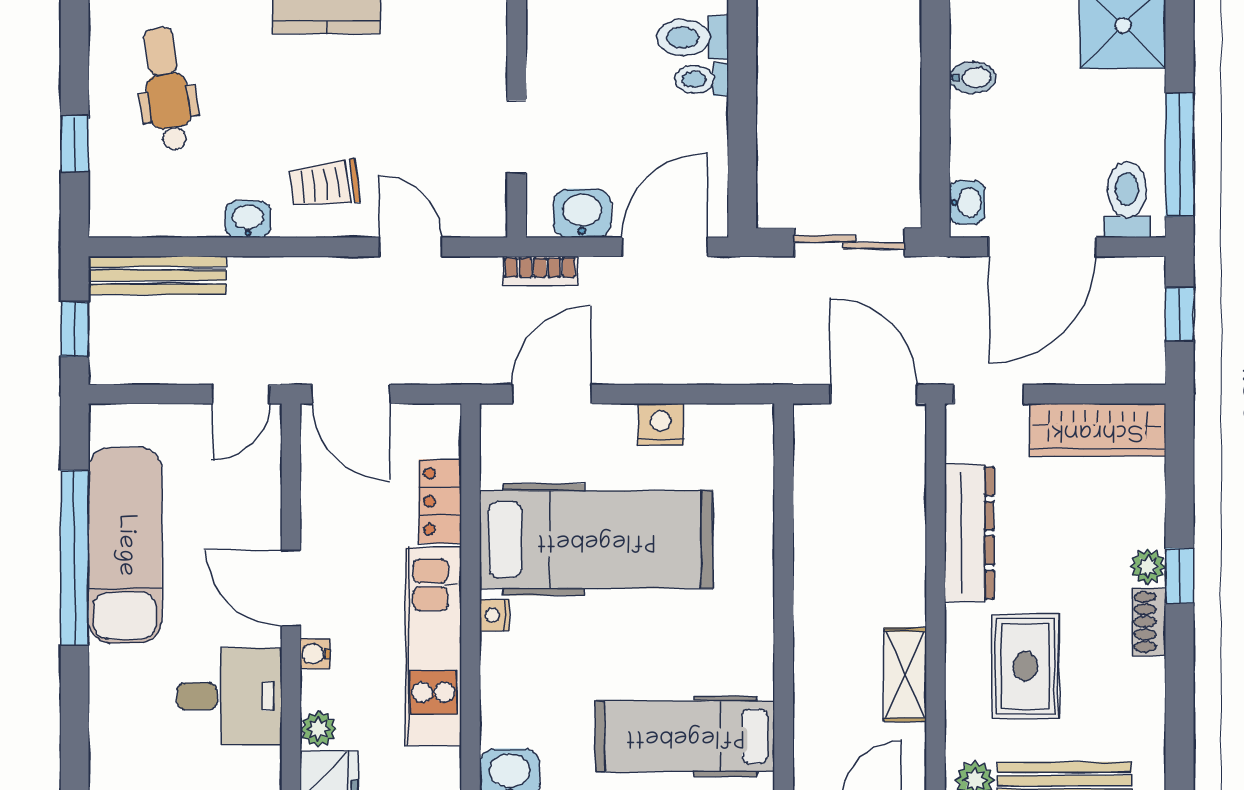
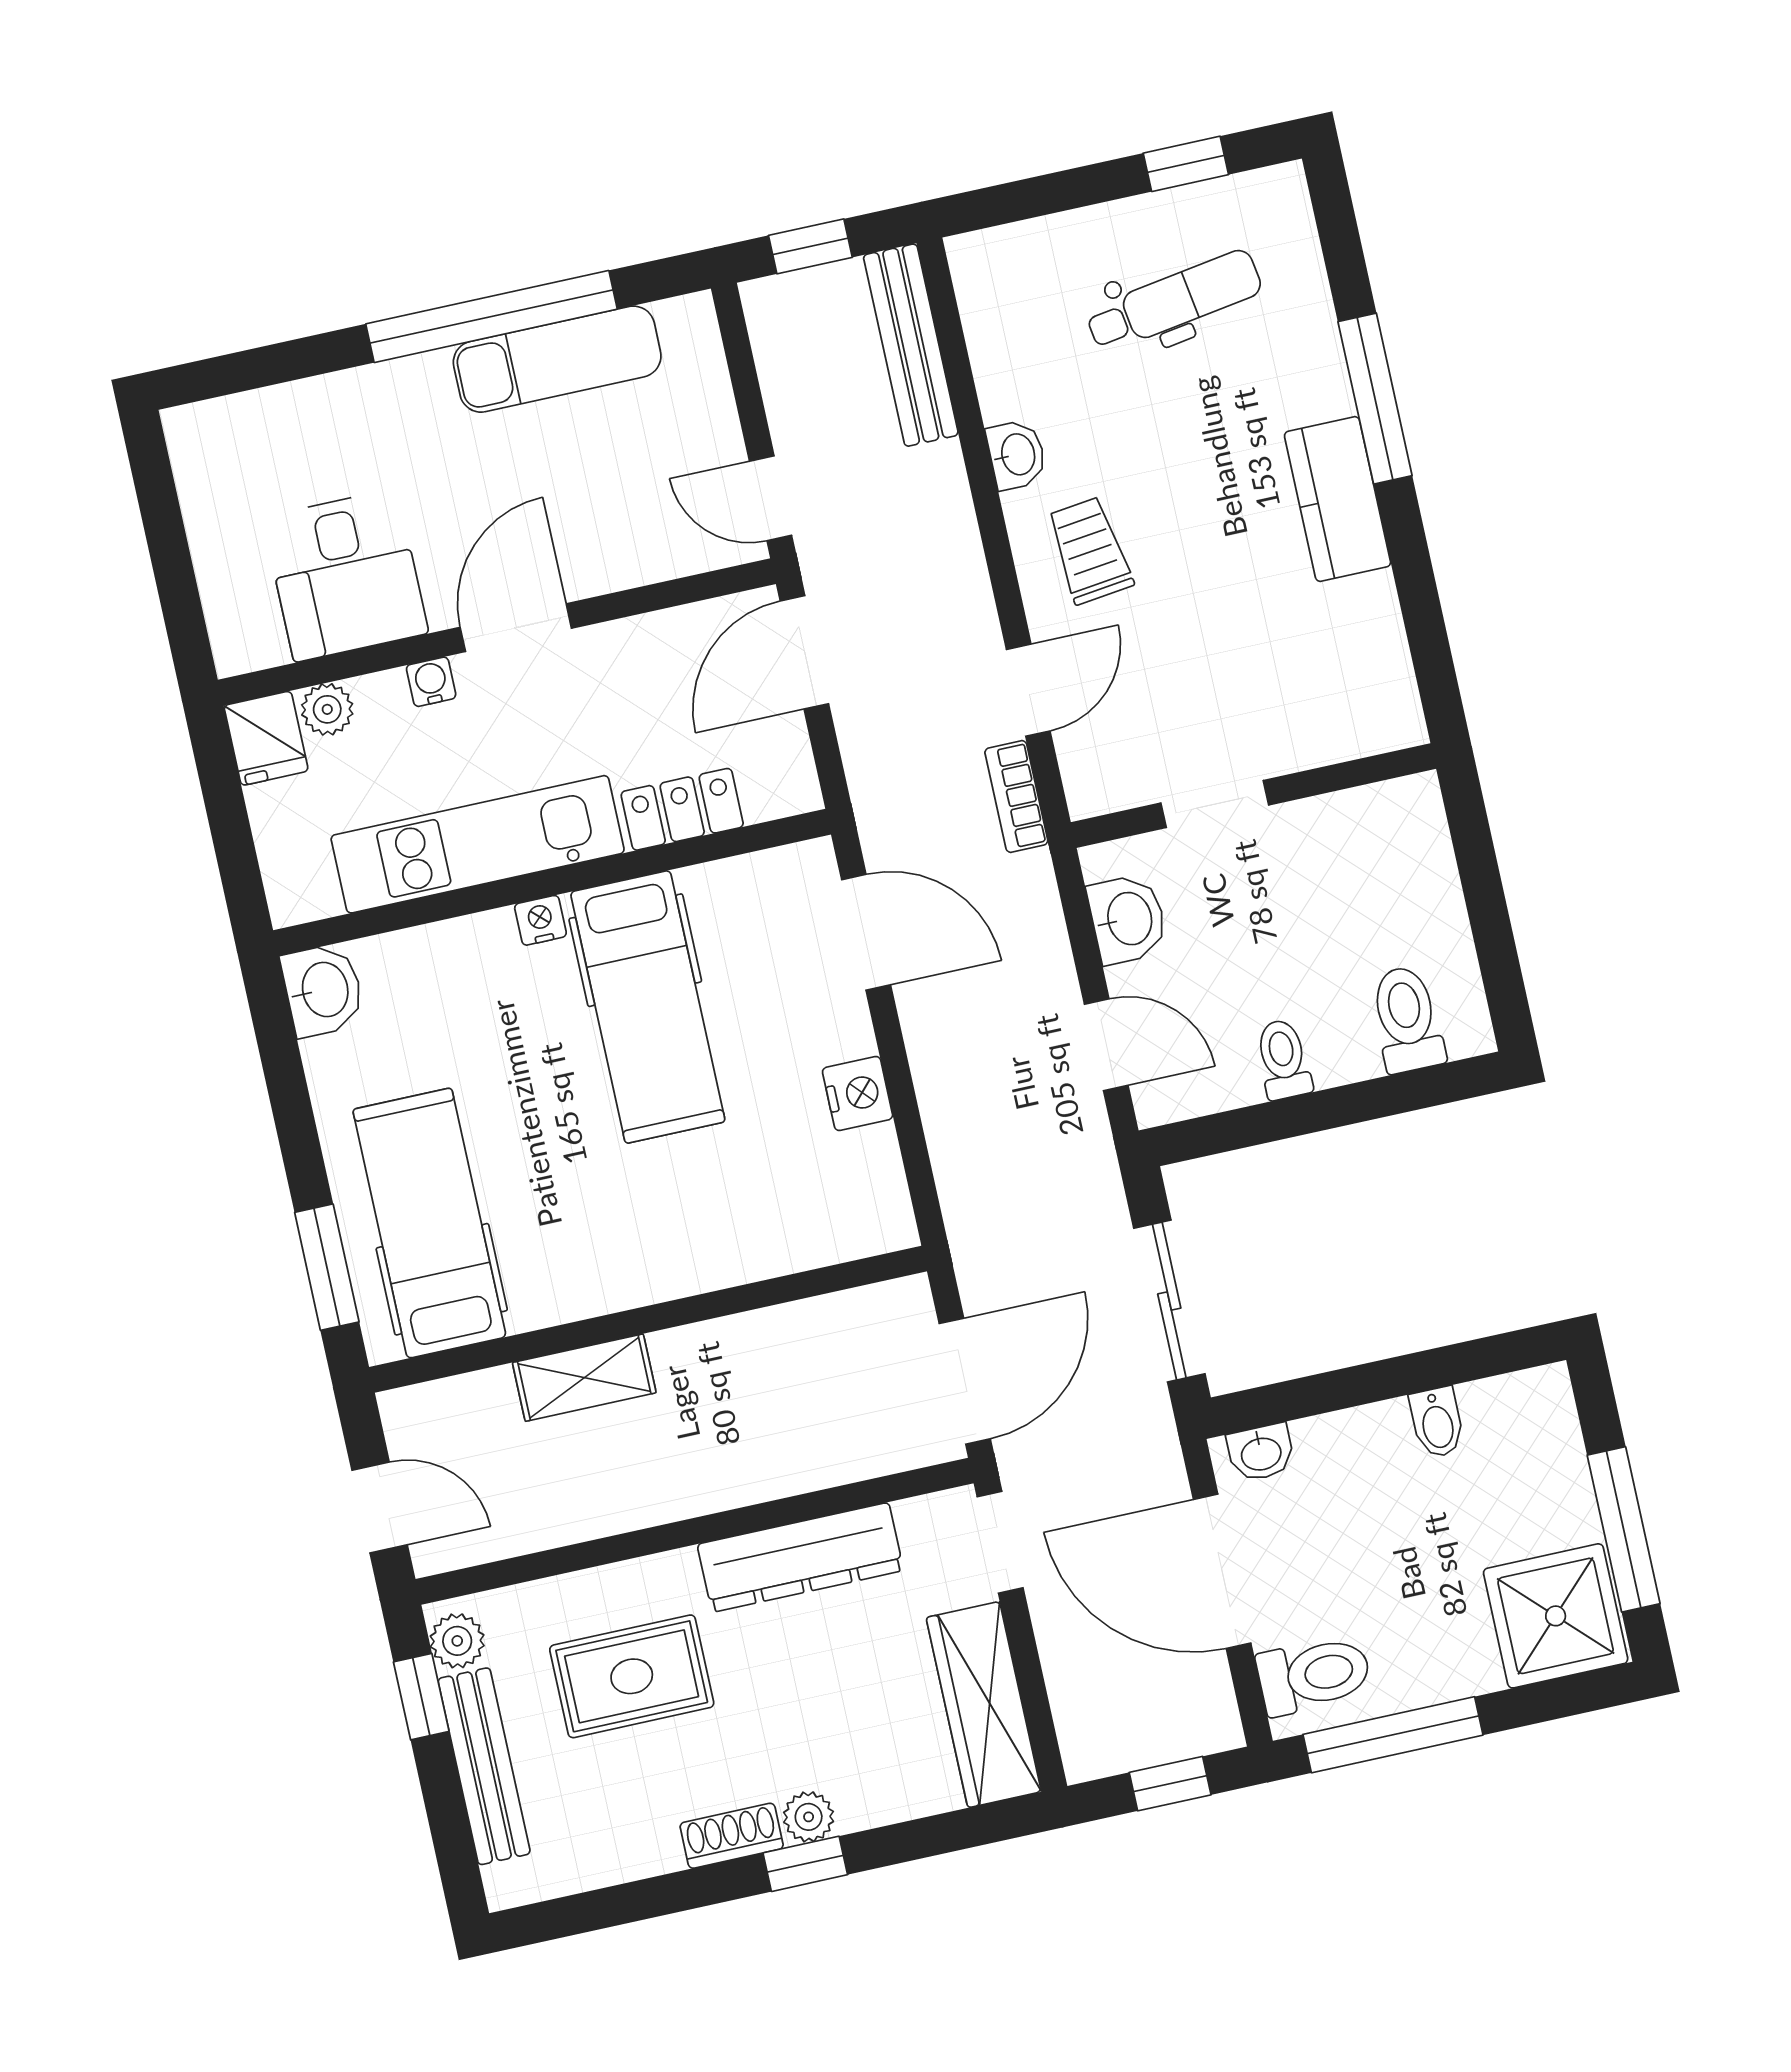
toilet: (701, 79) -> (1283, 1059), moved
window: (75, 144) -> (1186, 164), moved
door: (665, 247) -> (1106, 1045), width x0.73
bookcase: (540, 271) -> (1016, 796), moved
hospital bed: (596, 540) -> (648, 1007), width x0.73, depth x0.78
exam couch: (125, 545) -> (557, 359), width x0.73, depth x0.69
shelving: (905, 675) -> (584, 1378), moved

